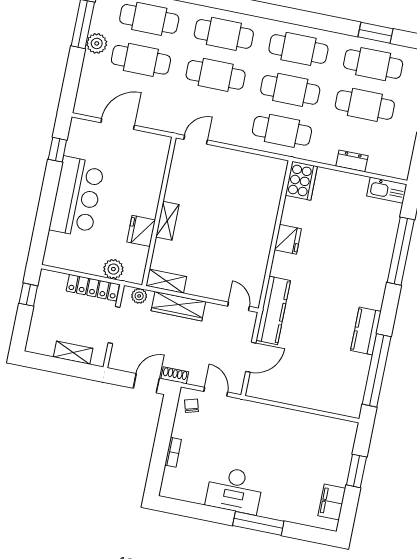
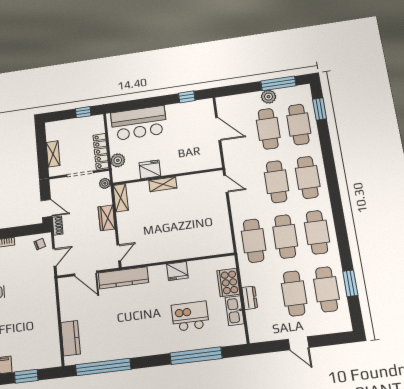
cooker: (301, 181) -> (228, 283), moved, turned 90
kitchen sink: (387, 190) -> (235, 311), moved
bar counter: (77, 197) -> (139, 123), moved
kitchen island: (350, 242) -> (190, 316), added
wardrobe: (178, 306) -> (107, 218), width x0.67
kitchen counter: (366, 331) -> (70, 338), moved, turned 90

